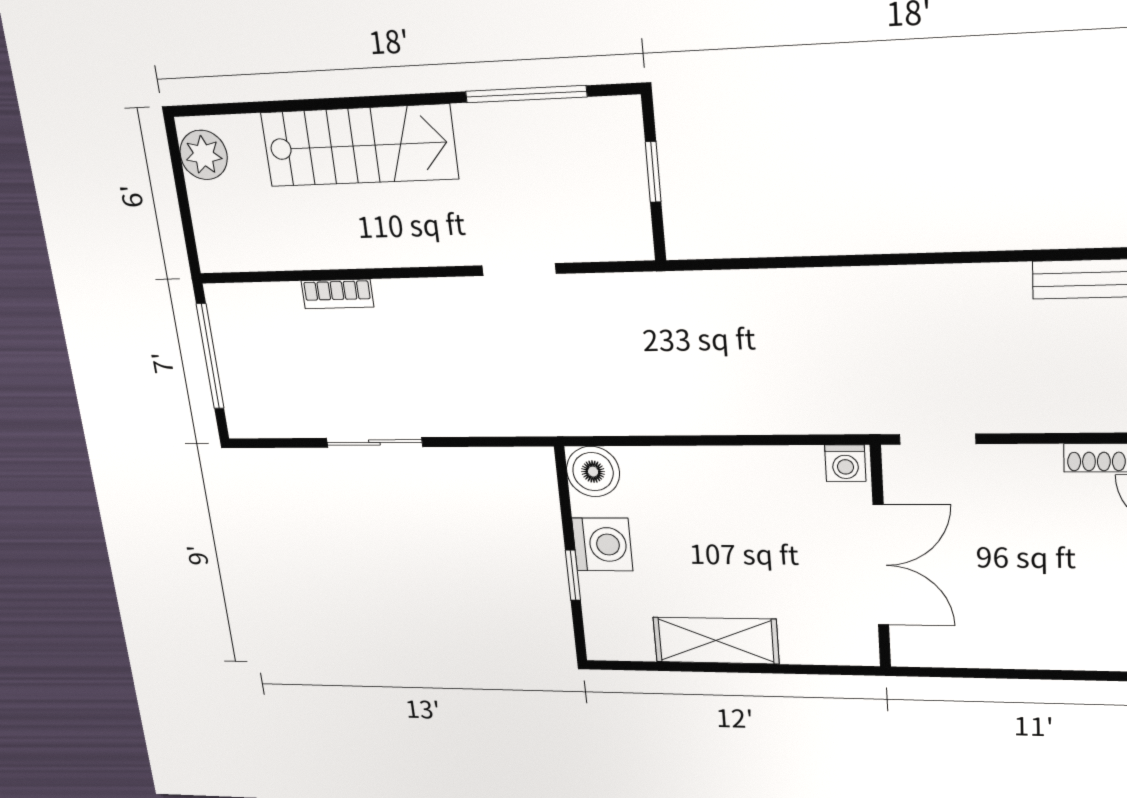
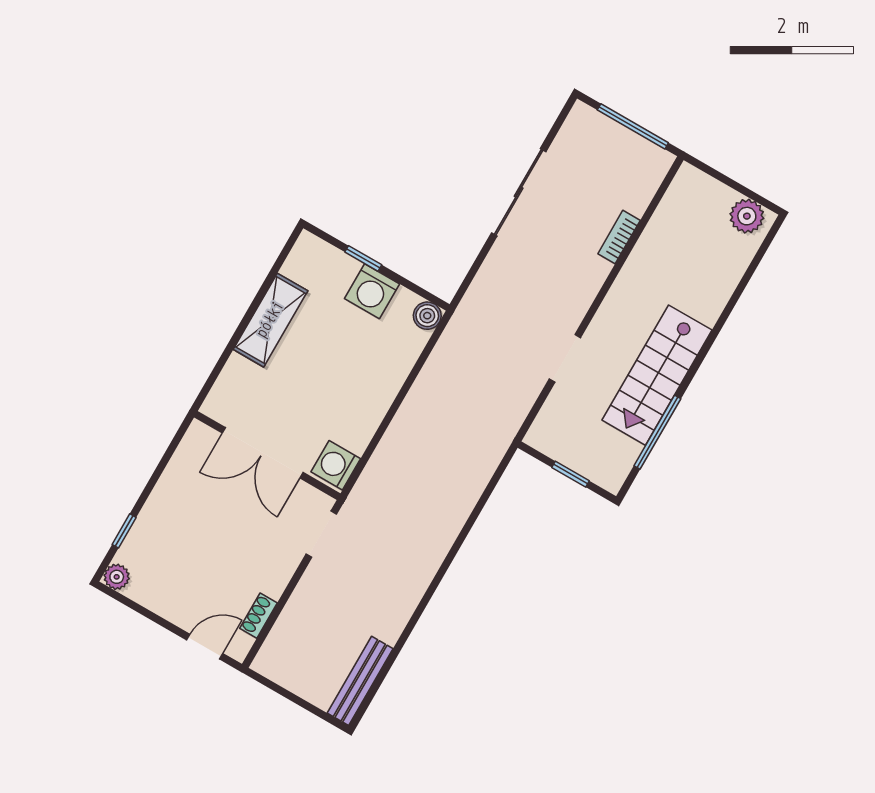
stairs: (359, 146) -> (657, 375), moved
sliding door: (374, 442) -> (519, 192), width x1.37
washing machine: (845, 463) -> (336, 465), width x1.38, depth x1.38
boiler: (593, 472) -> (427, 316), width x0.73, depth x0.73
window: (1088, 676) -> (124, 531), added

